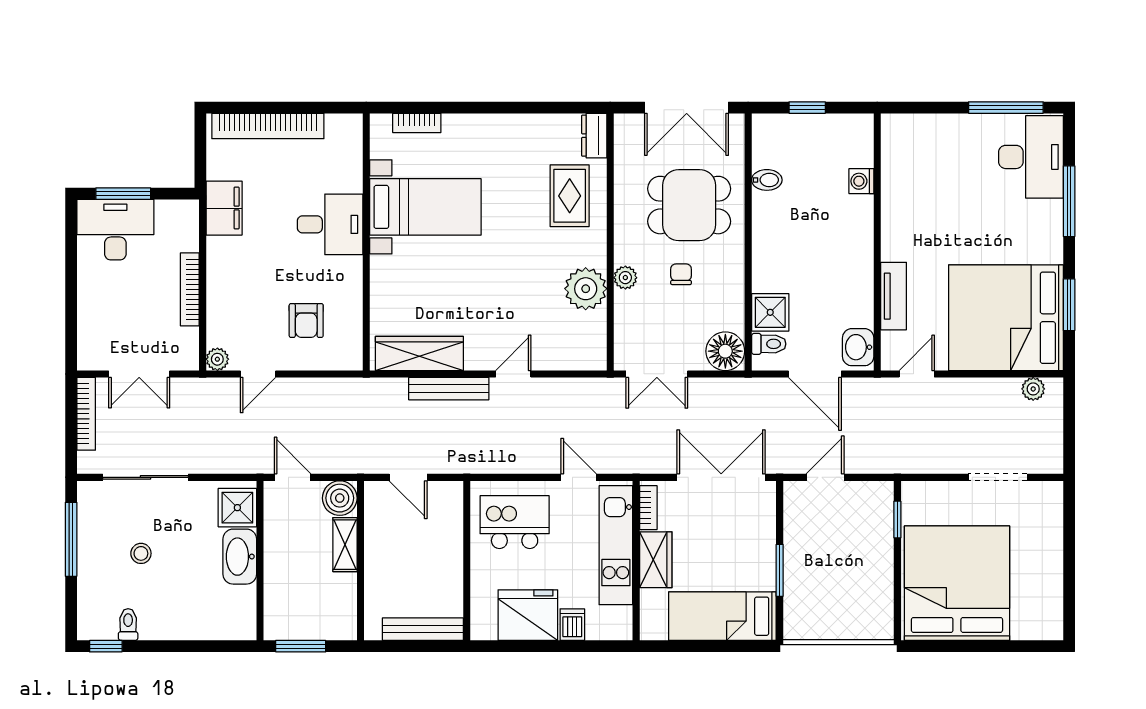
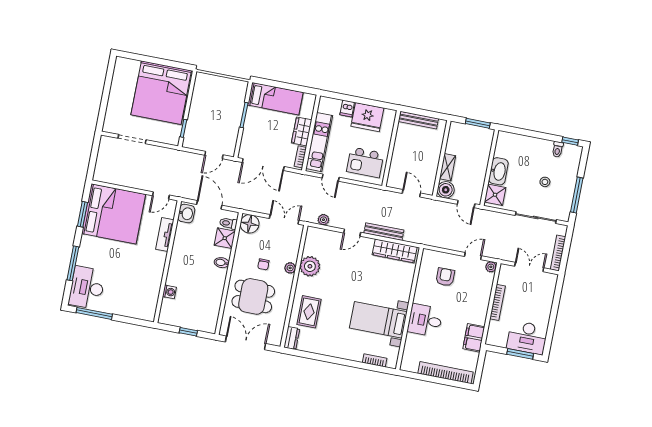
bidet: (767, 180) -> (222, 263), moved
plant: (1033, 389) -> (323, 220), moved

